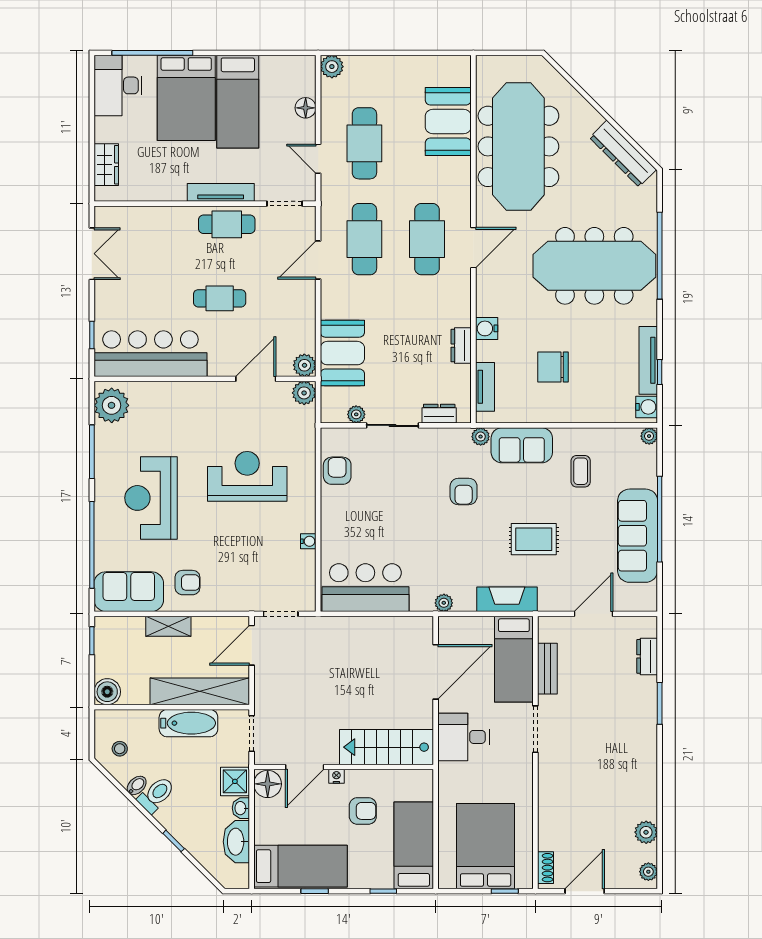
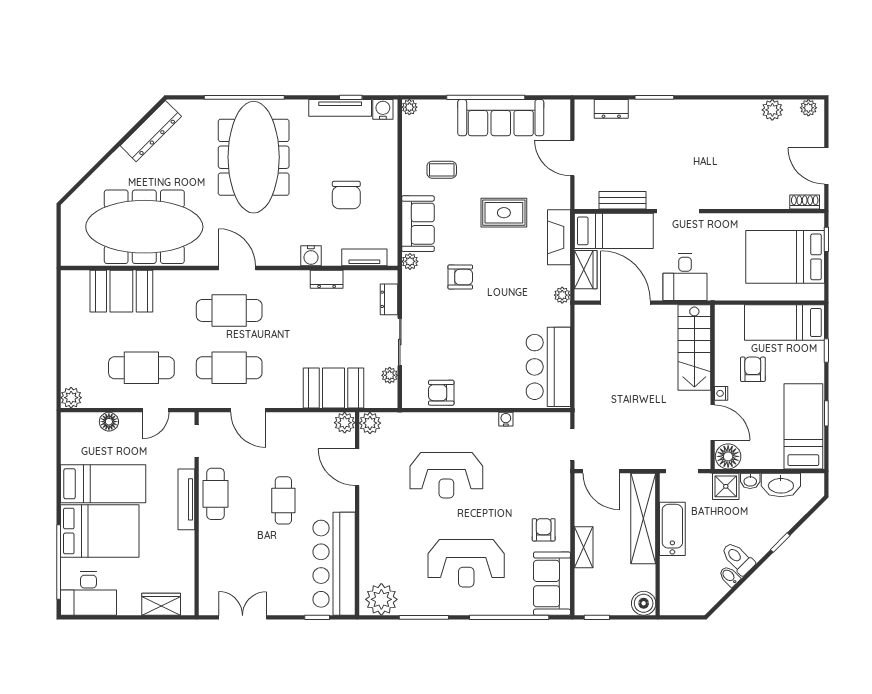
reception desk: (247, 476) -> (446, 475), turned -90
rug: (534, 539) -> (504, 213), turned 90
wardrobe: (472, 628) -> (586, 270), added
stool: (120, 749) -> (696, 592), removed

